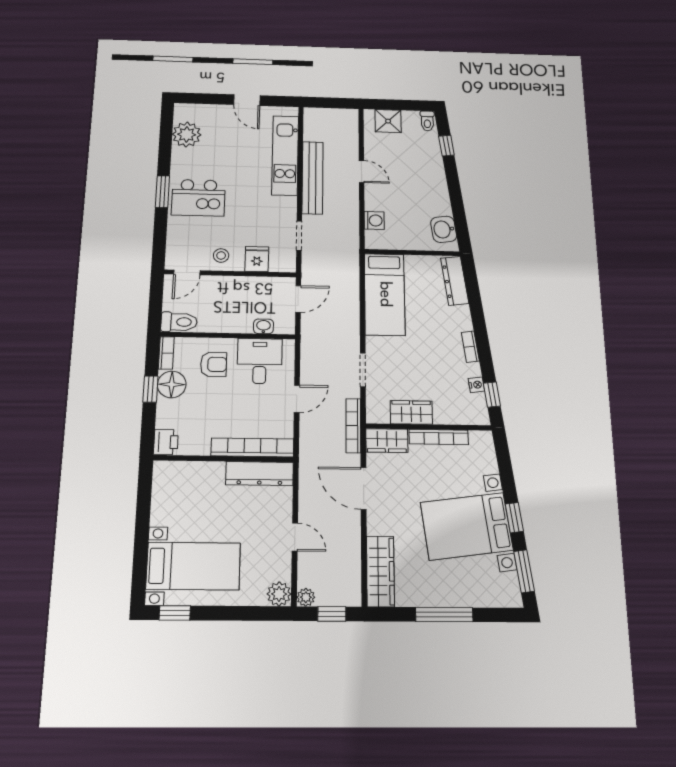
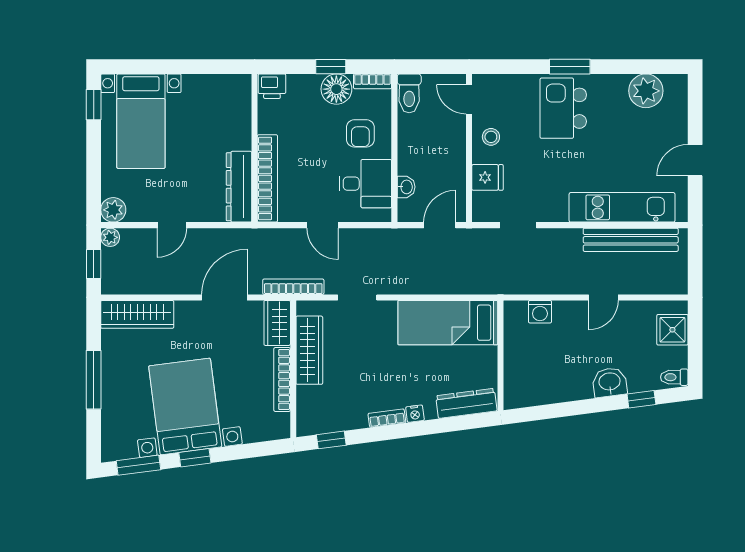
bench: (312, 178) -> (631, 240), moved
washbasin: (444, 229) -> (610, 382), moved
door: (298, 299) -> (440, 225), swing flipped
nightstand: (476, 385) -> (415, 414), moved
wardrobe: (411, 412) -> (309, 350), width x1.50

